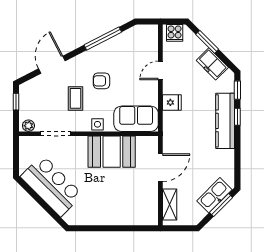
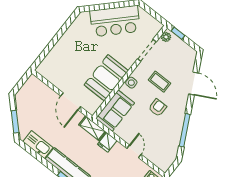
window: (16, 102) -> (178, 33), moved
kitchen sink: (214, 195) -> (38, 145), moved, turned -45
shelving: (170, 204) -> (92, 128), moved

